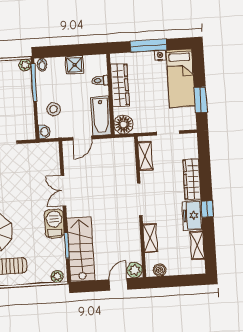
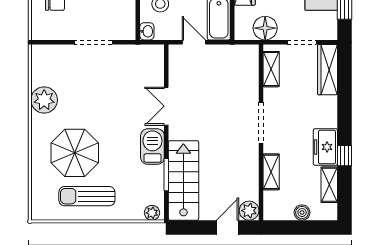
floor lamp: (124, 124) -> (265, 28), moved
door: (82, 138) -> (194, 42), swing flipped
wardrobe: (192, 179) -> (328, 70), moved
window: (207, 209) -> (344, 156), moved
boiler: (160, 270) -> (302, 213), moved

